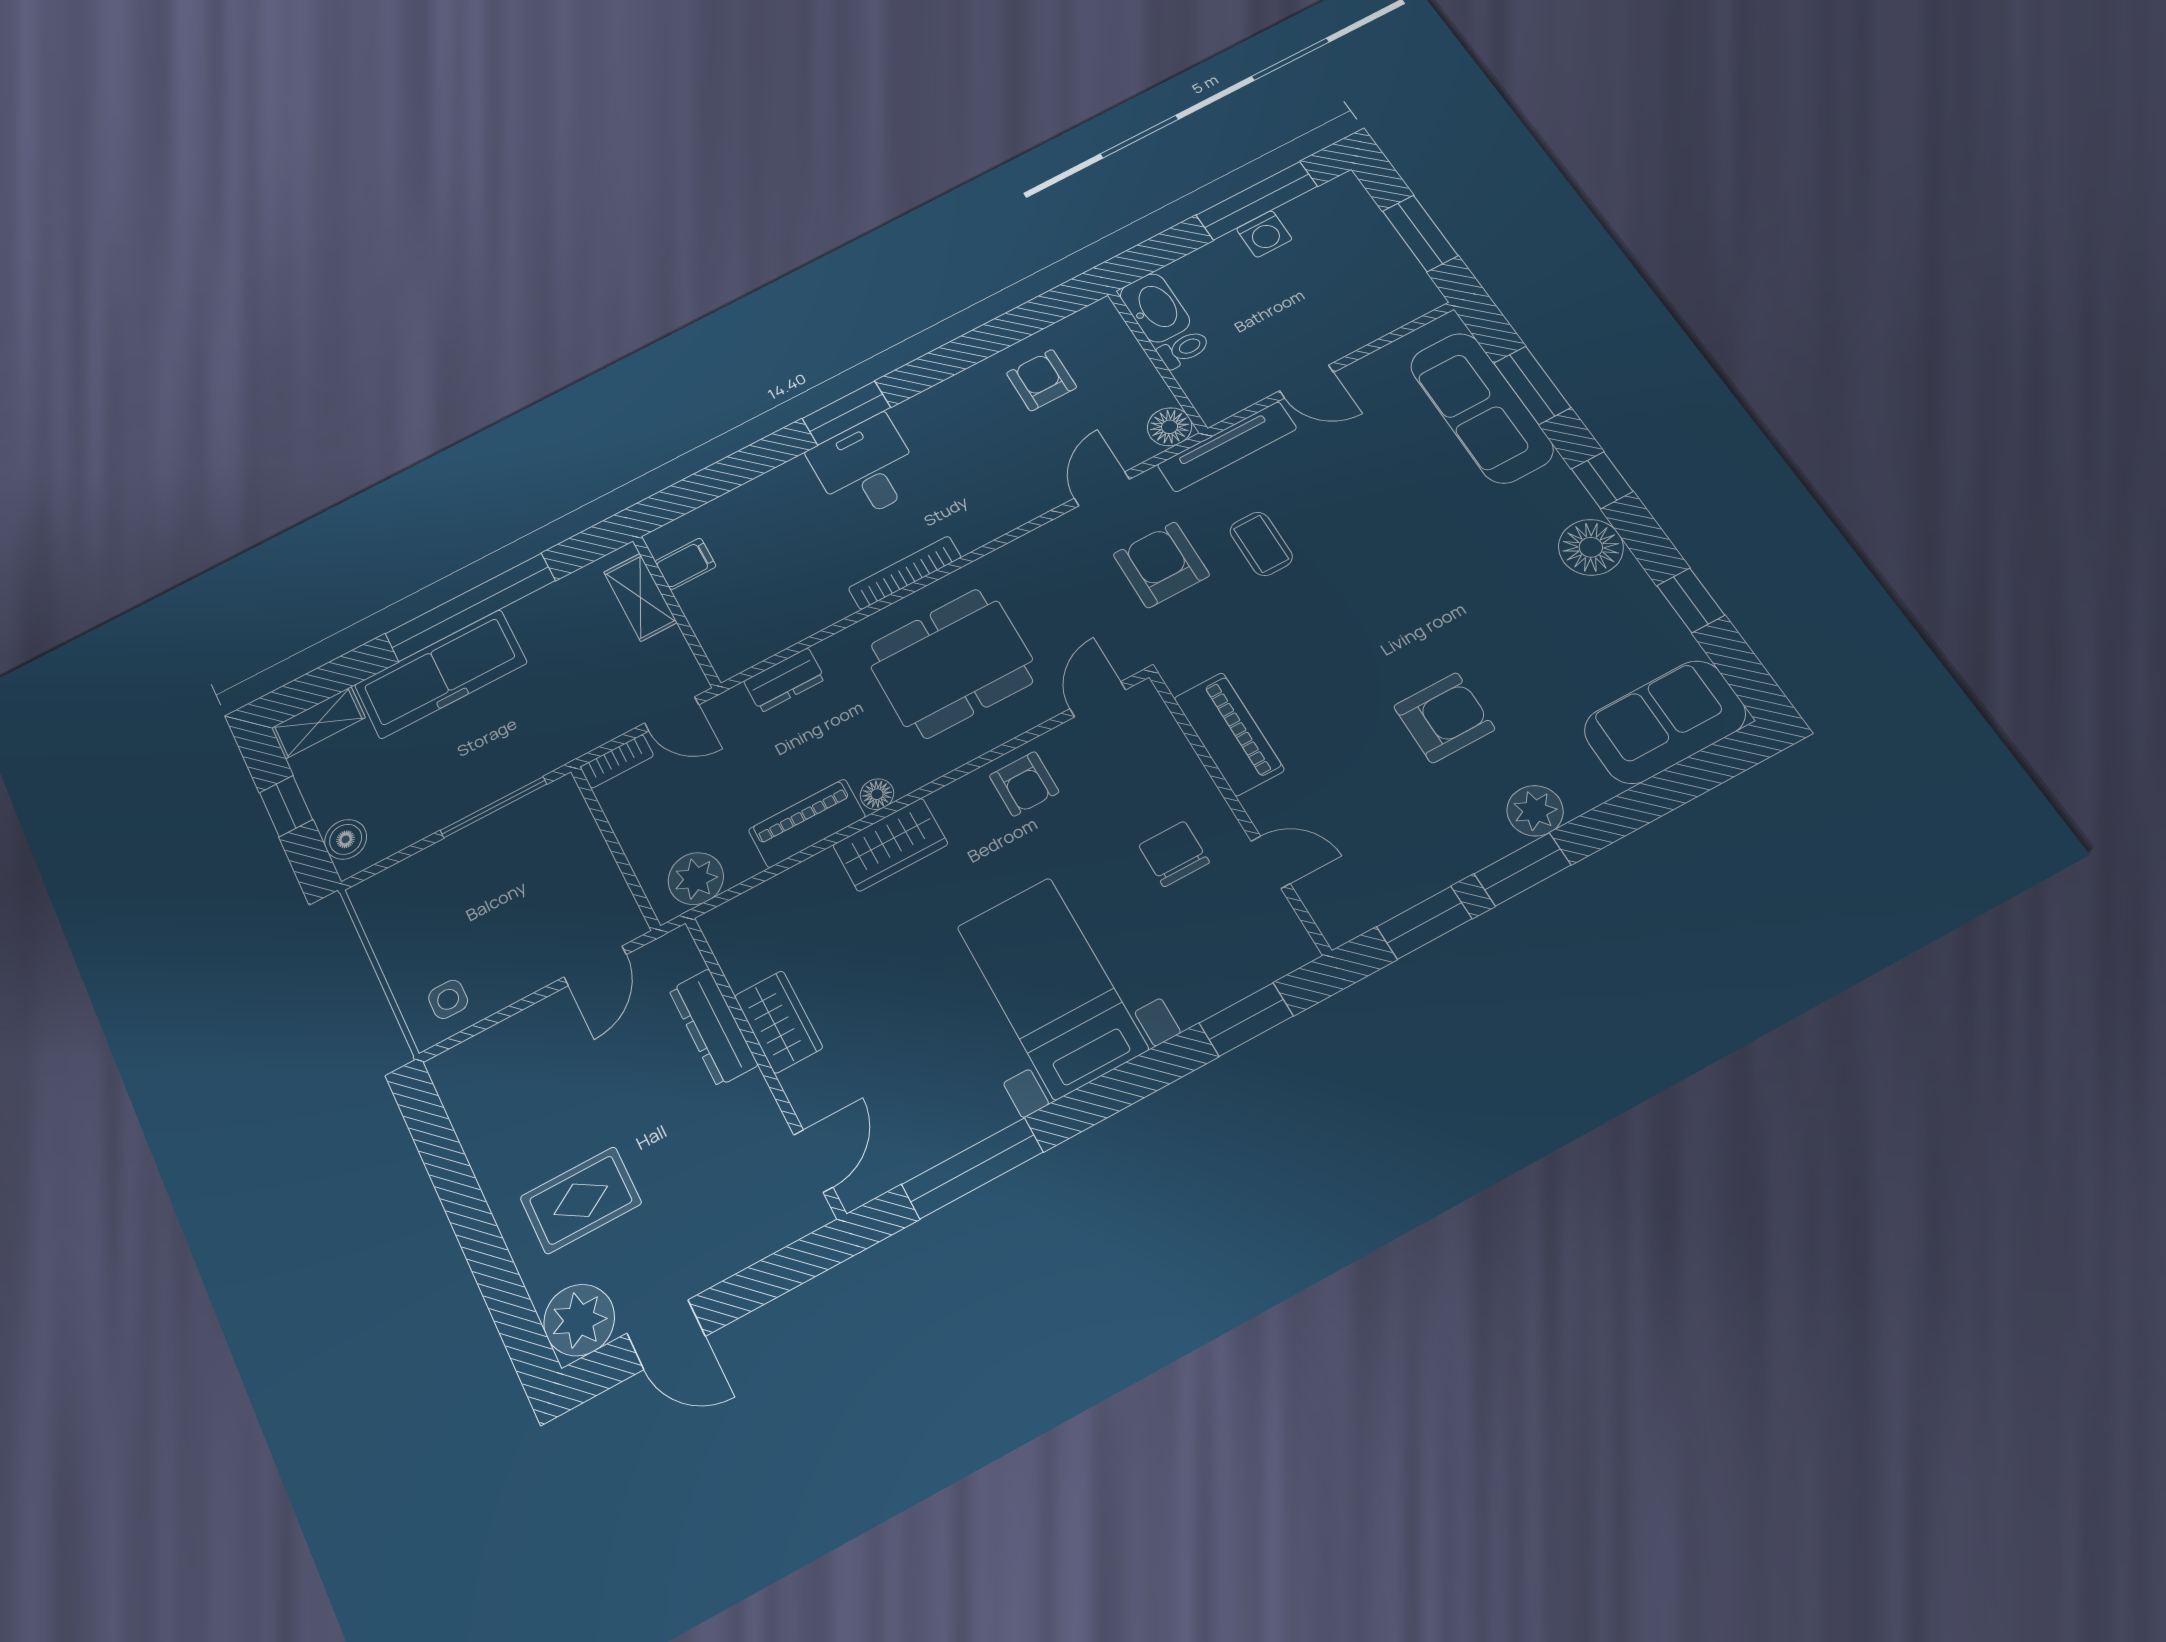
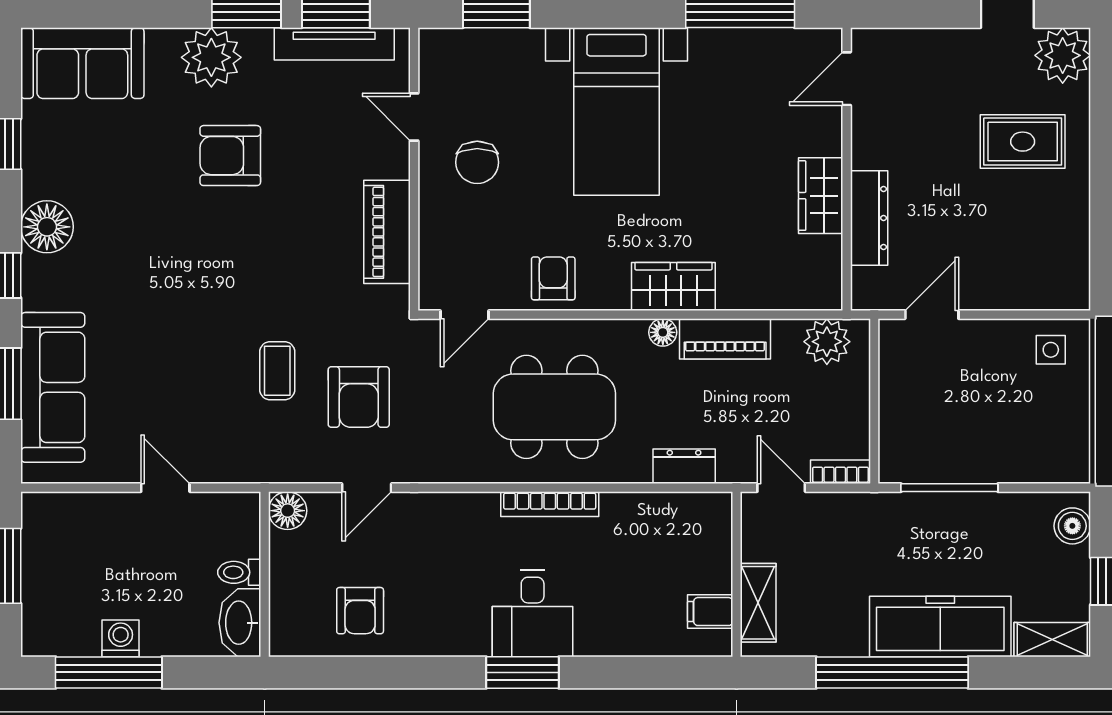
tv unit: (1227, 447) -> (334, 44), moved, turned 180
plant: (1535, 811) -> (211, 57), width x1.36, depth x1.36

